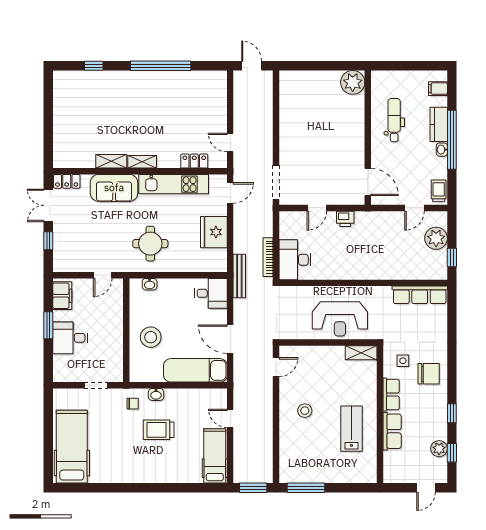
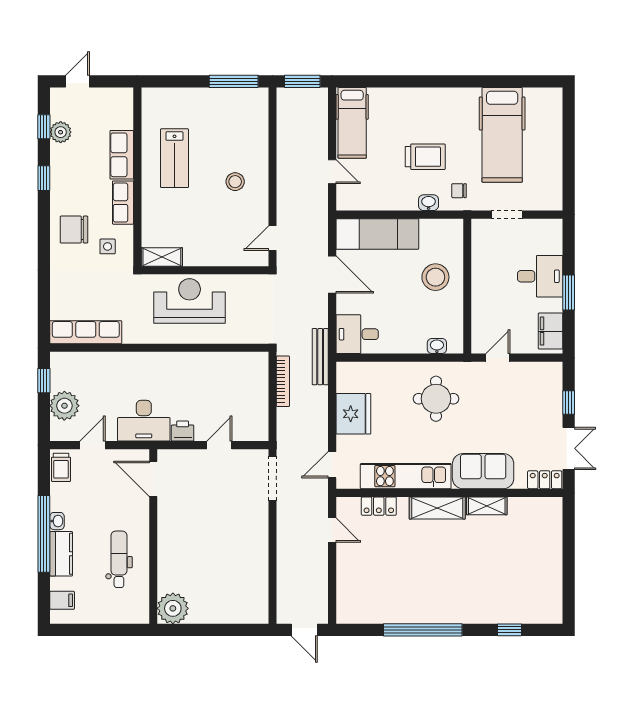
dental chair: (394, 120) -> (119, 559), turned 180
shelving: (142, 162) -> (437, 508), width x1.50, depth x1.33
desk: (295, 260) -> (144, 421), moved, turned 90
hospital bed: (72, 447) -> (502, 135), moved

